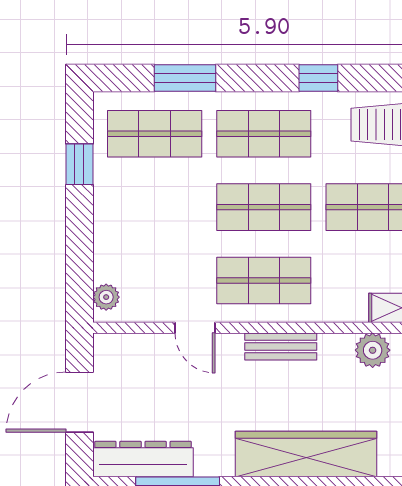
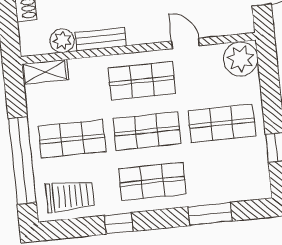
shop shelf: (155, 134) -> (222, 123), moved
plant: (106, 297) -> (241, 59), width x1.87, depth x1.87
bench: (281, 346) -> (101, 39), moved

